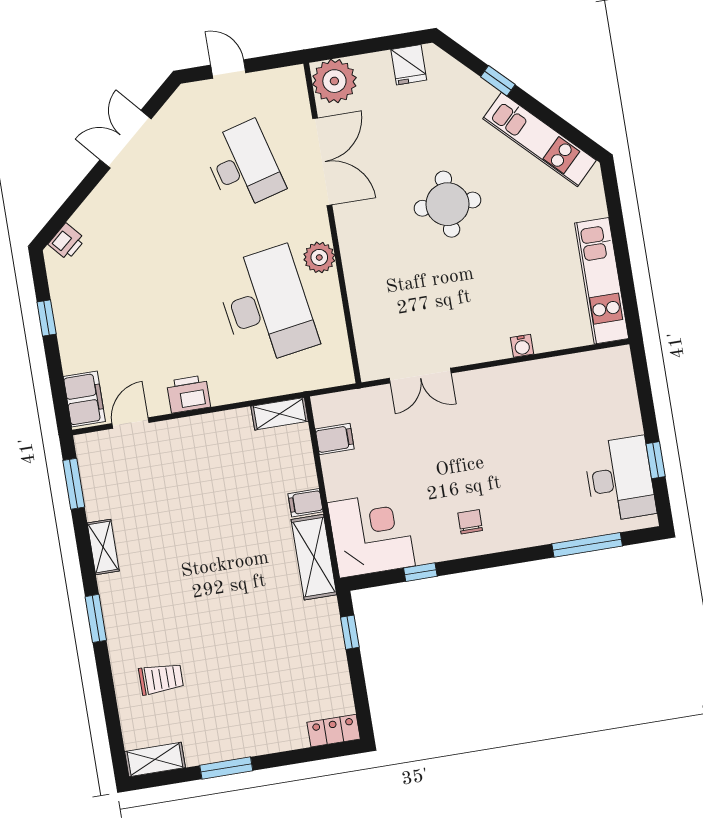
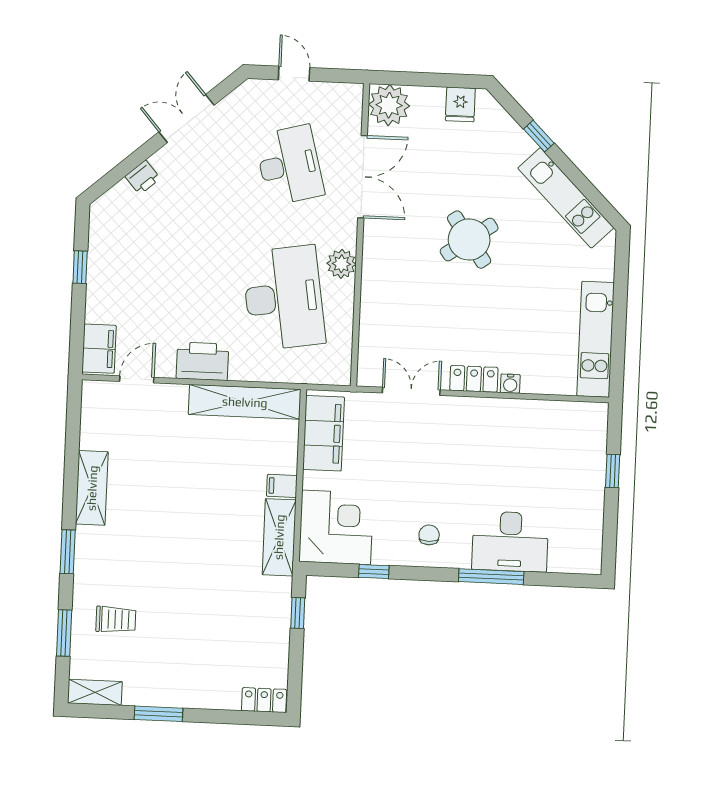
round table: (447, 204) -> (469, 240), turned -35
printer: (67, 242) -> (143, 177), moved
locker: (483, 349) -> (474, 379), added
double door: (420, 376) -> (411, 391), swing flipped
printer: (188, 394) -> (202, 361), width x1.37, depth x1.19
shelving: (280, 414) -> (245, 402), width x2.20, depth x1.33
filing cabinet: (335, 439) -> (324, 433), width x3.00, depth x1.17
window: (656, 460) -> (613, 471), moved
desk: (620, 479) -> (510, 542), moved, turned 90
window: (74, 484) -> (64, 633), moved
window: (587, 545) -> (491, 577), moved
shelving: (103, 547) -> (92, 488), width x1.50, depth x1.33

